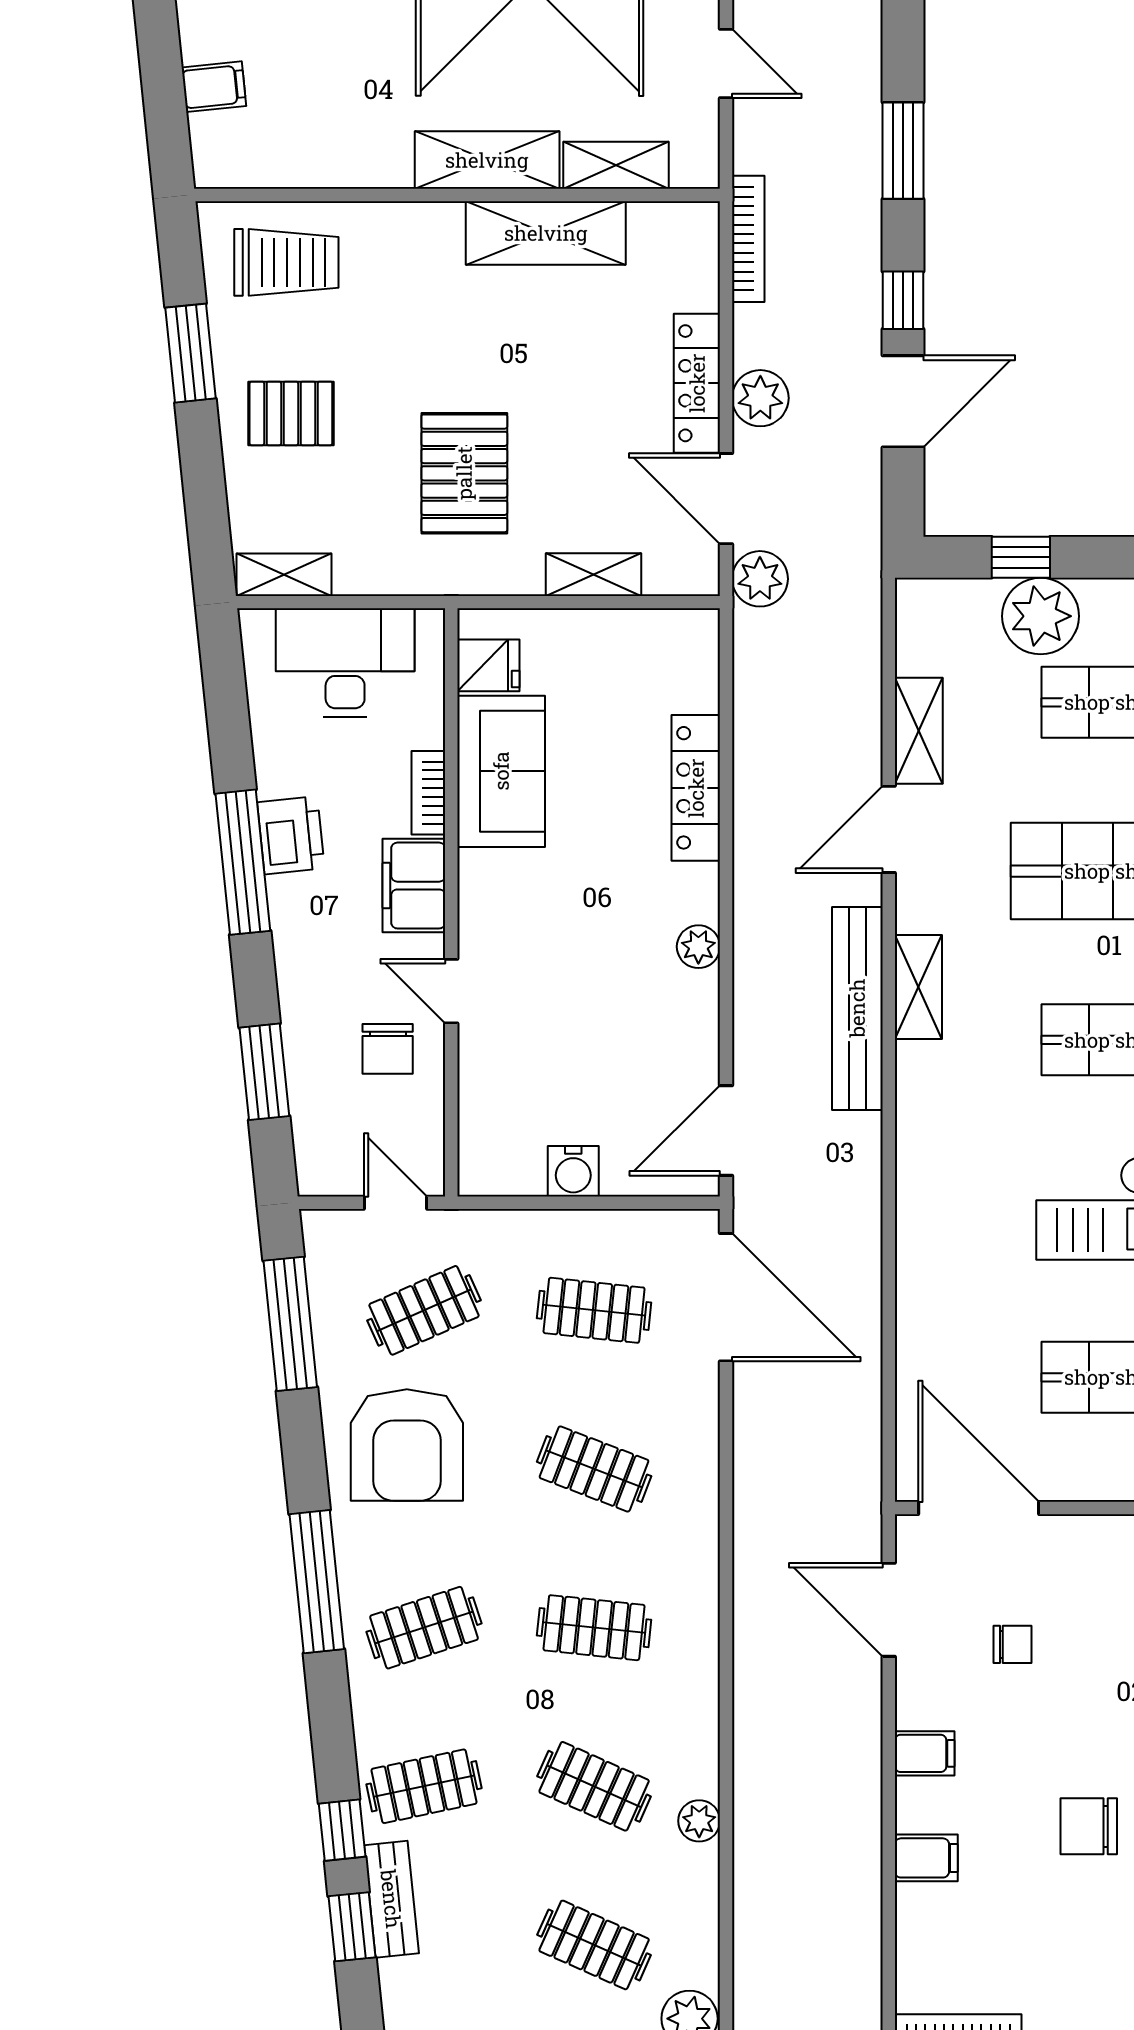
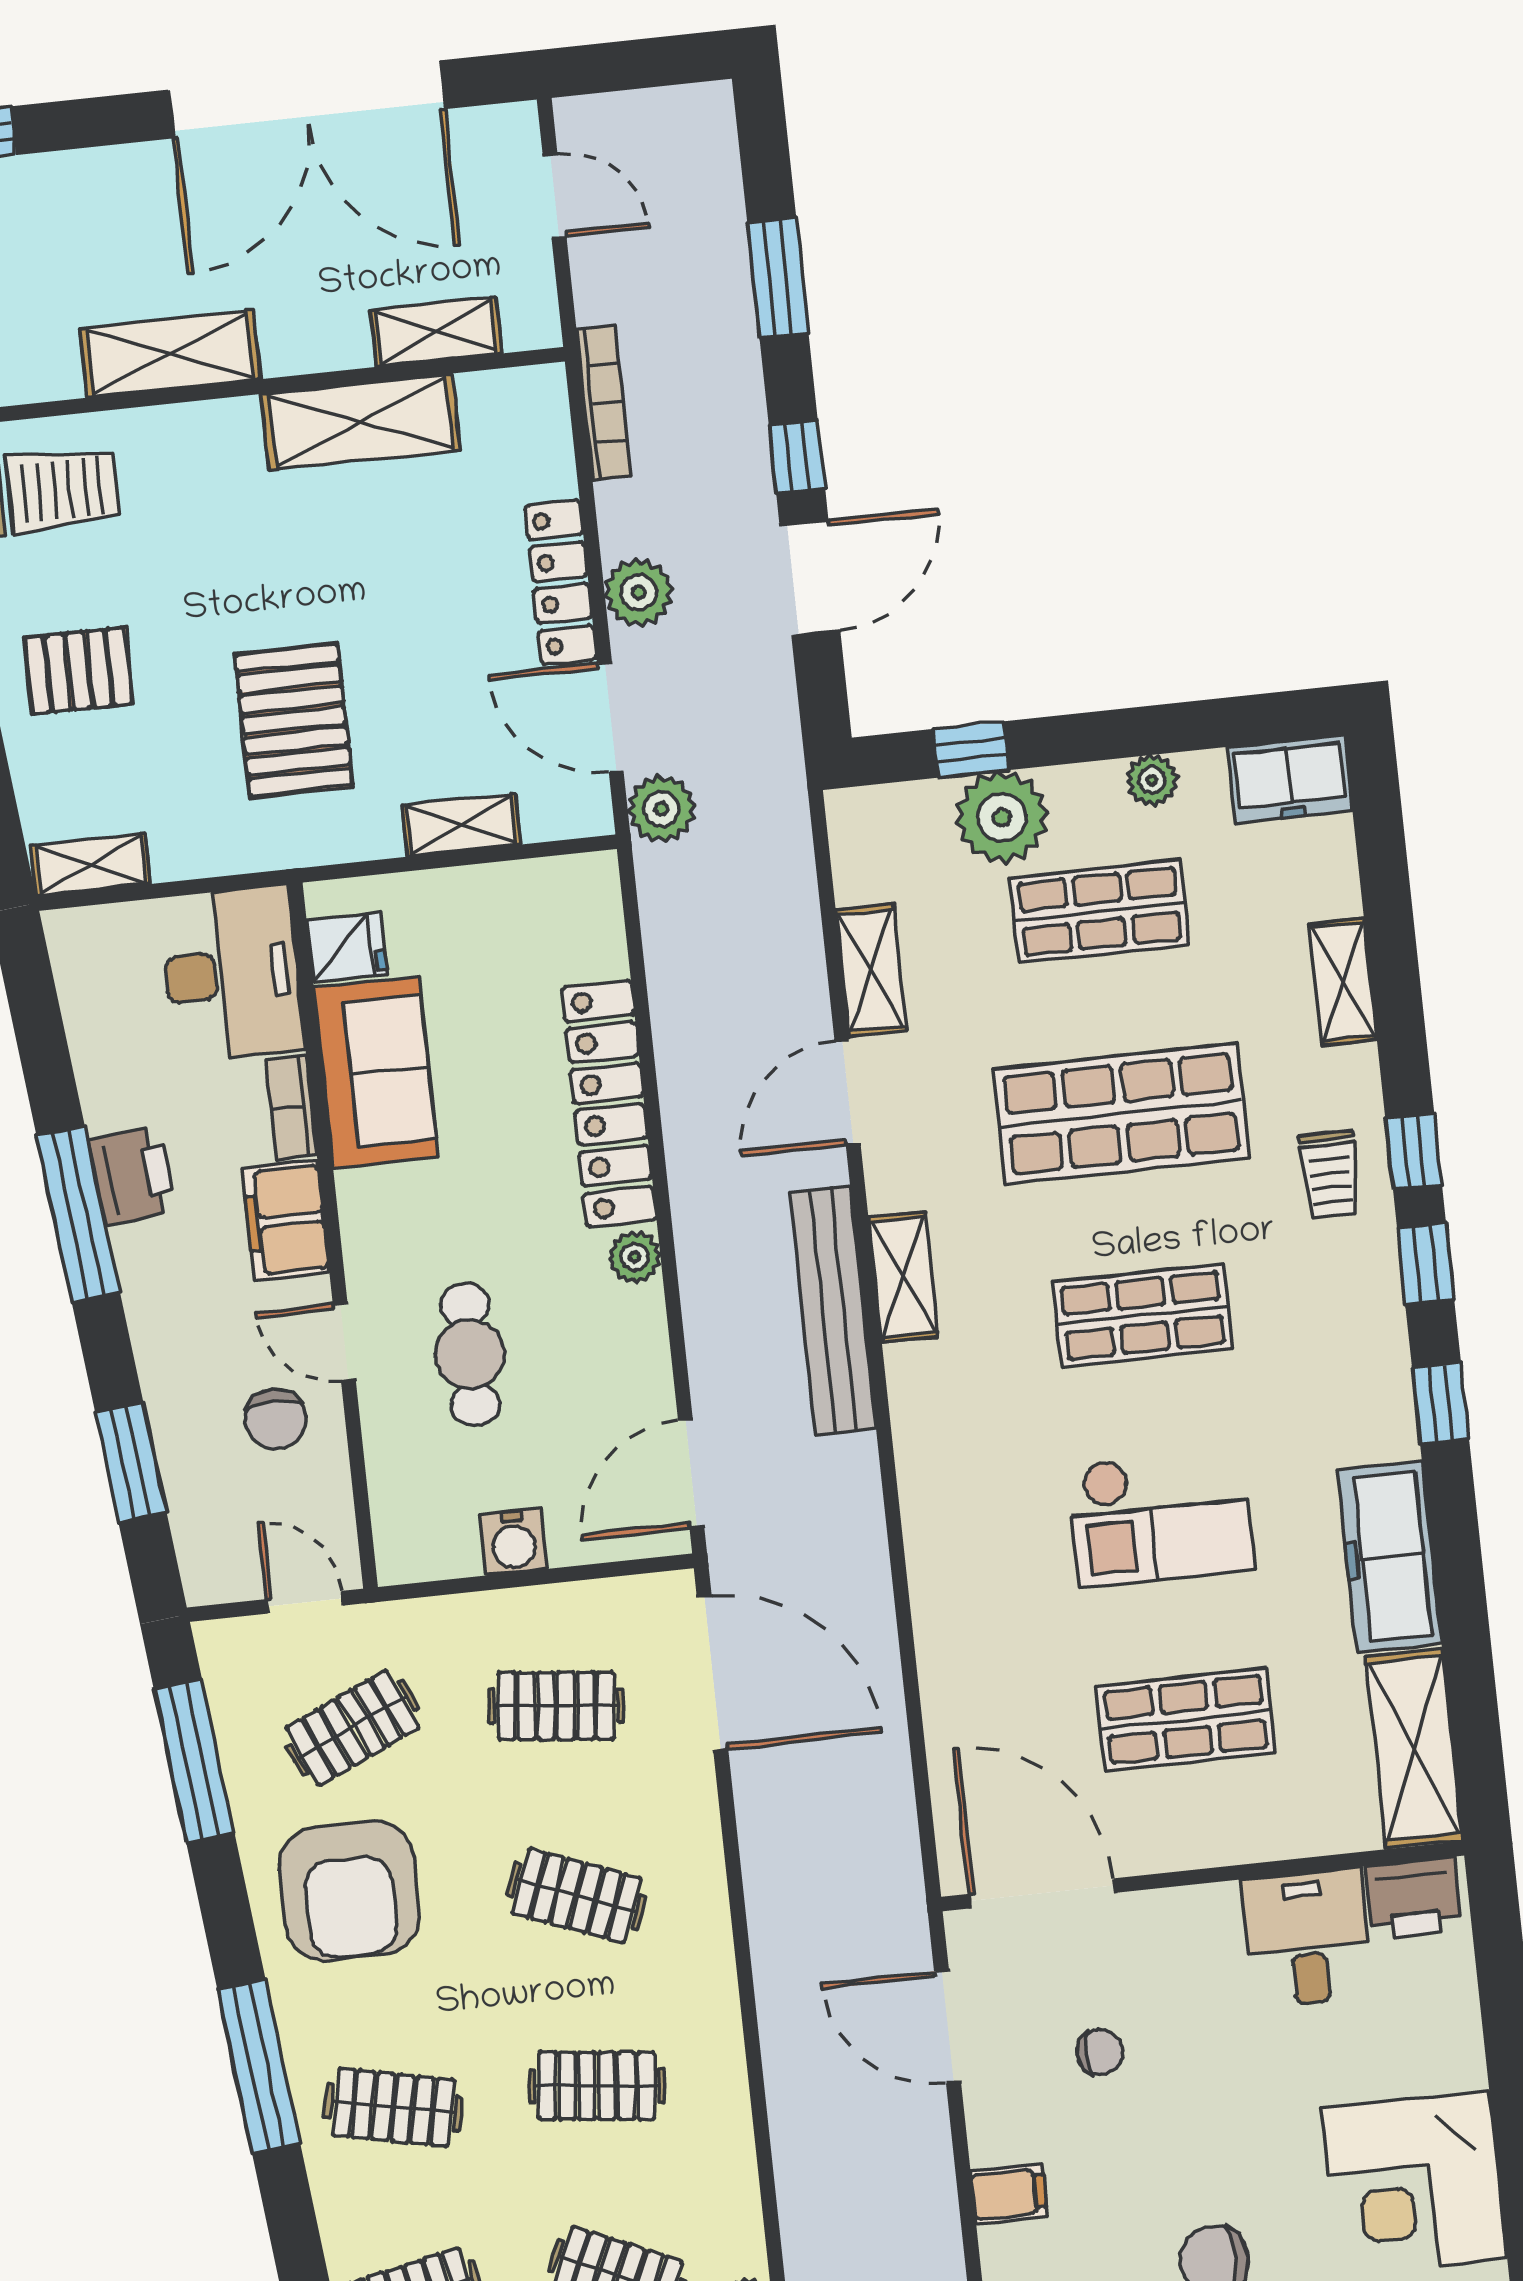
shelving: (487, 160) -> (170, 354), moved
desk: (345, 663) -> (232, 974), moved, turned 90
locker: (696, 788) -> (609, 1104), width x1.41, depth x1.21
cafe table: (554, 1013) -> (470, 1355), added
clothes rail: (424, 1628) -> (393, 2107), turned 30

